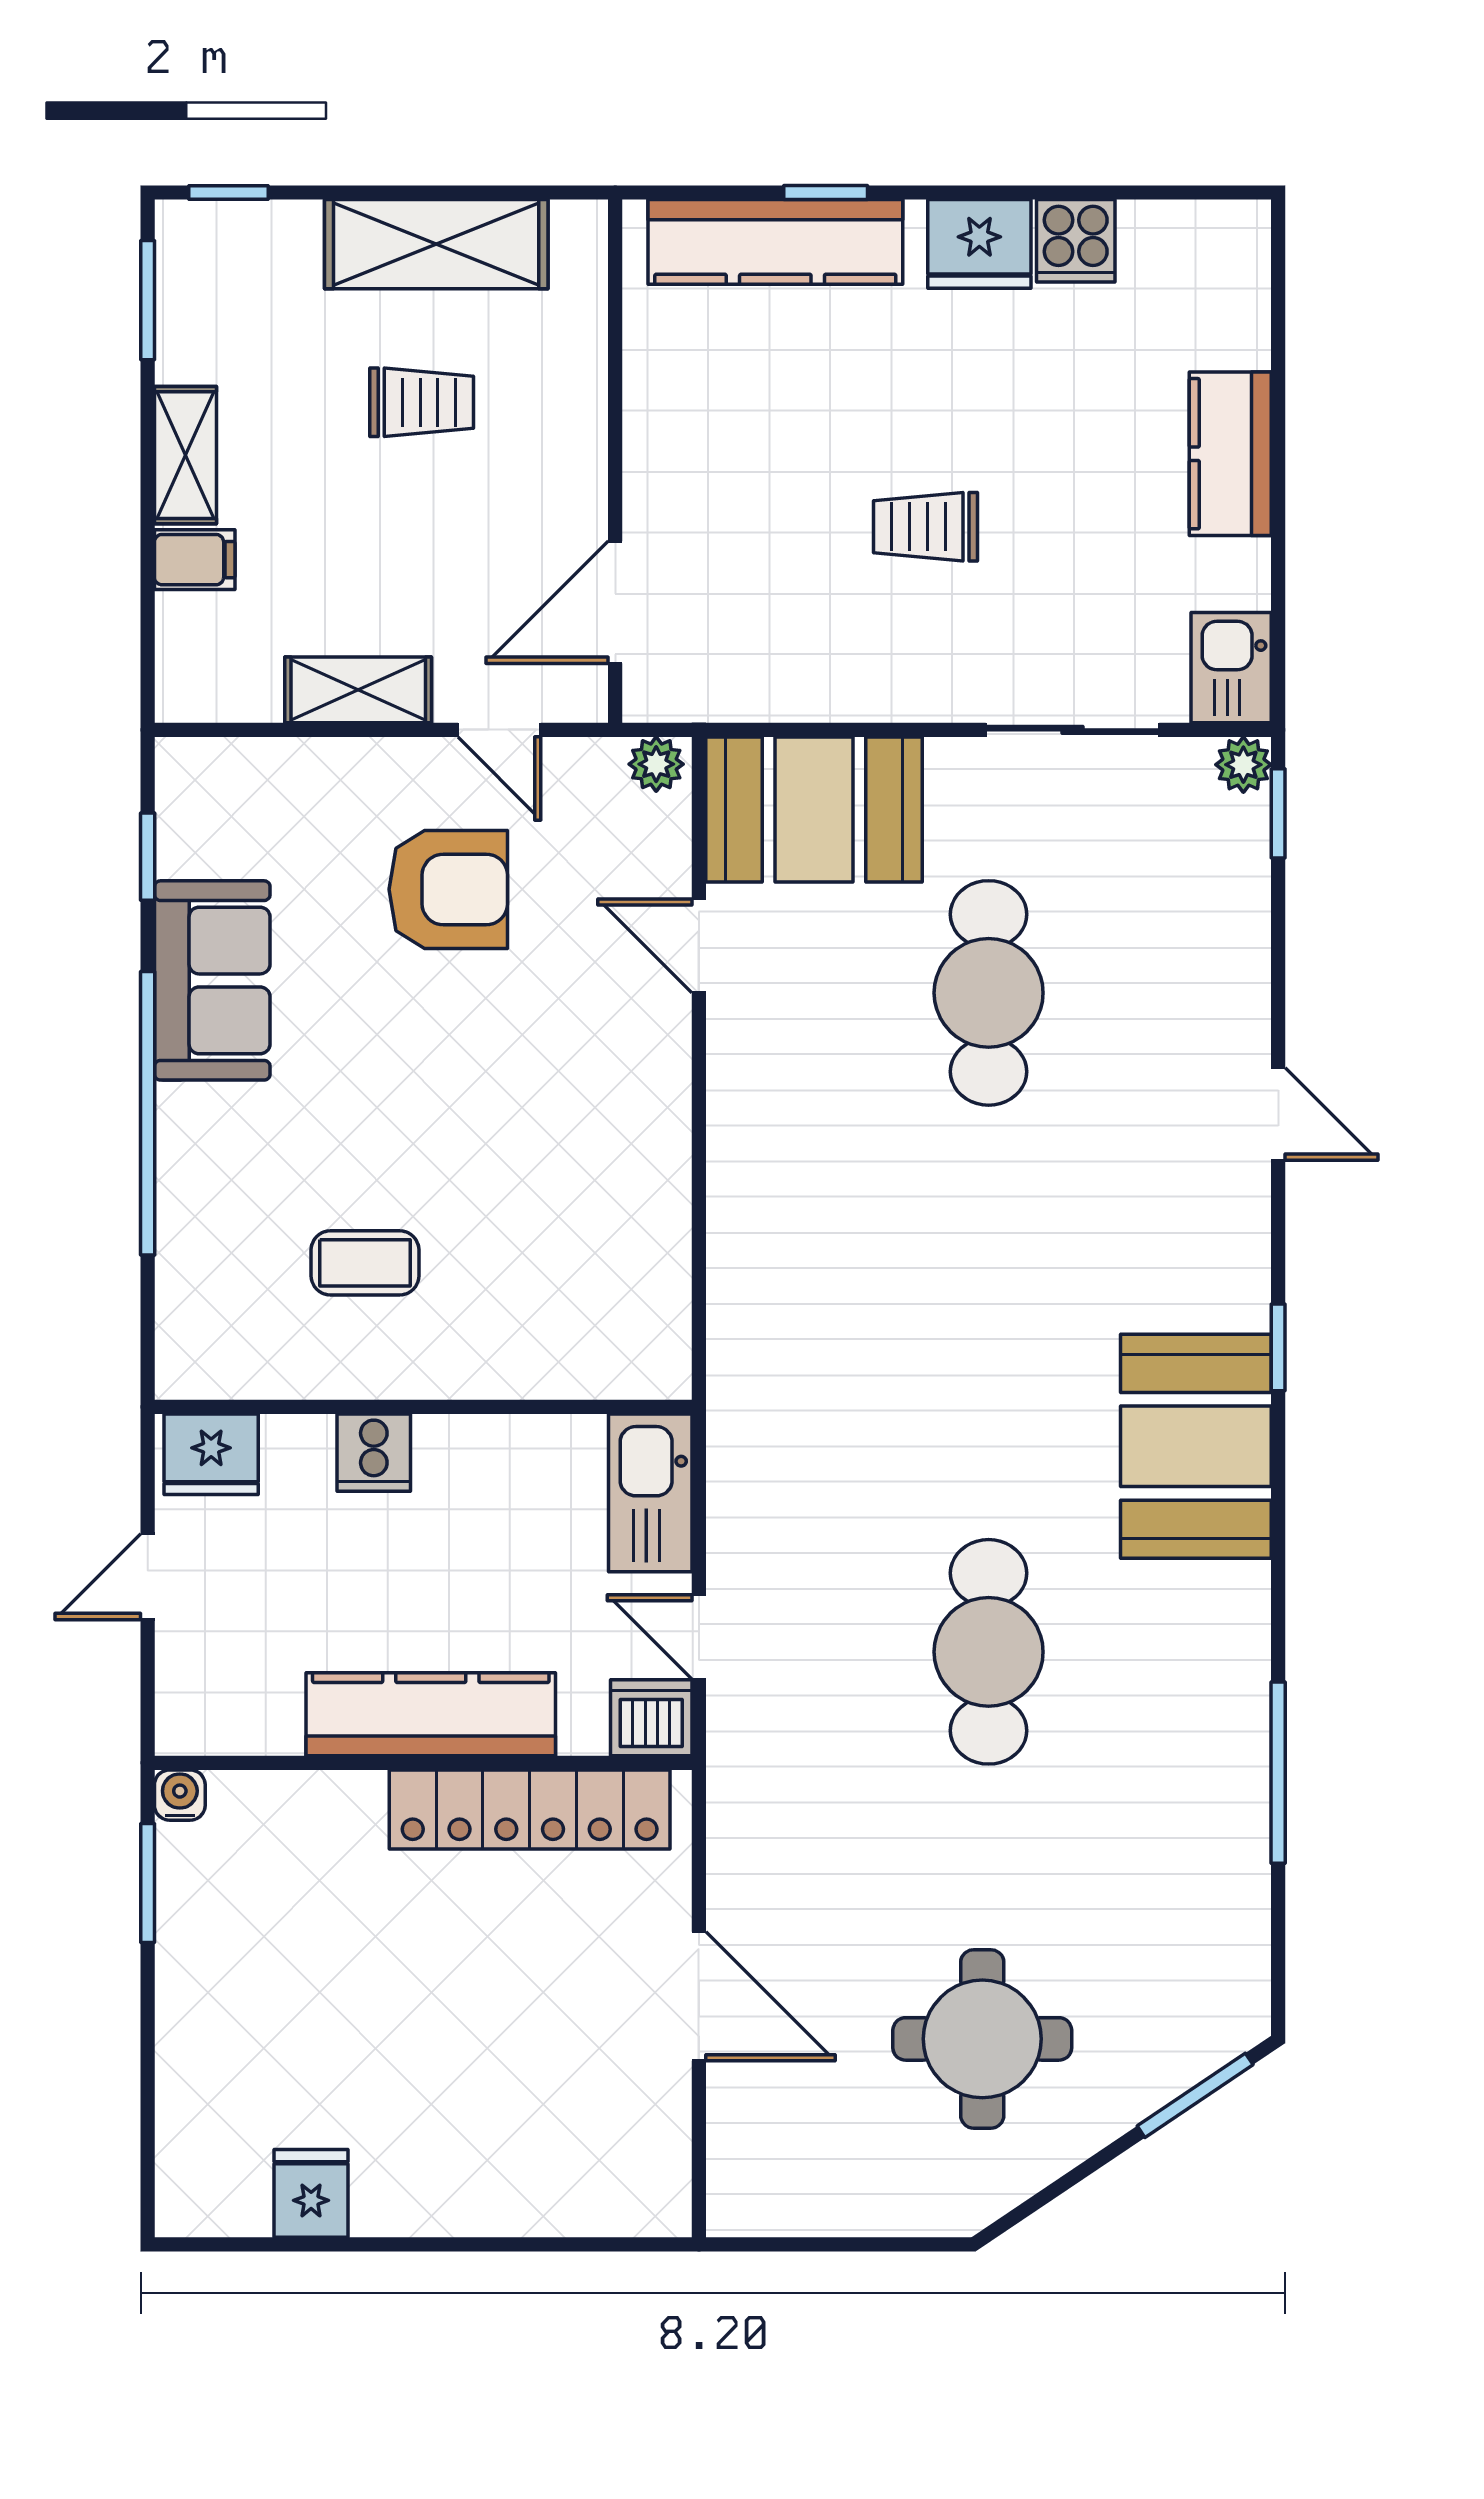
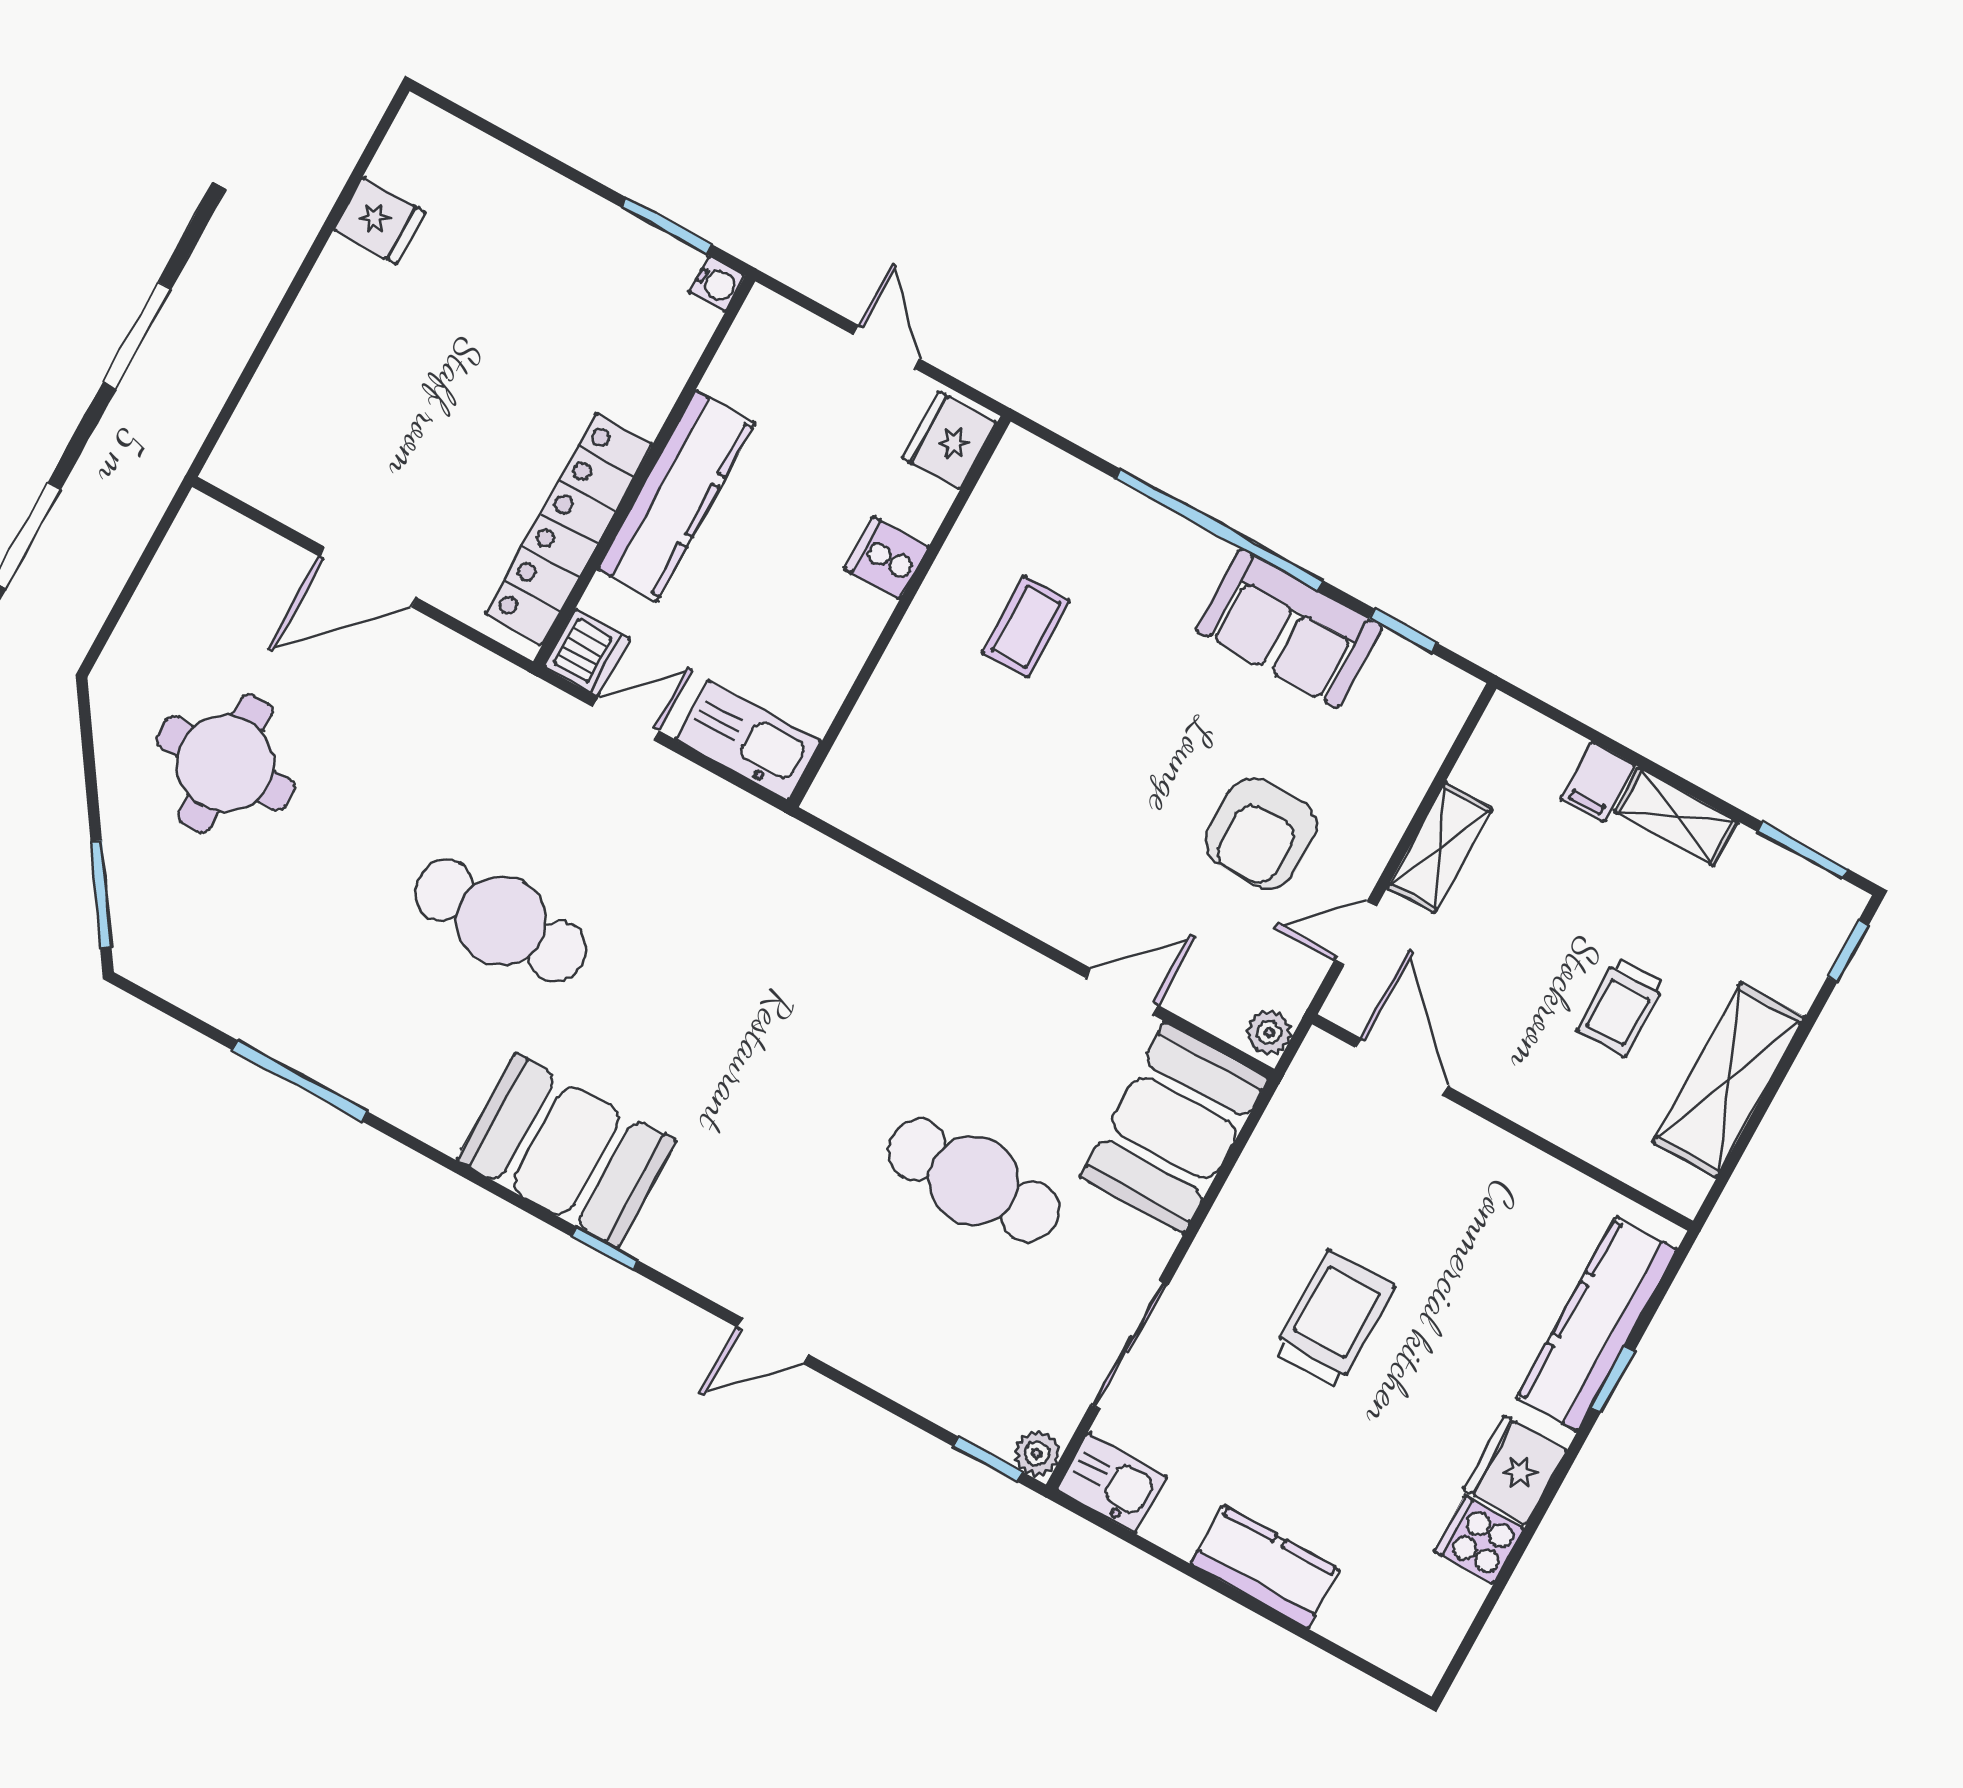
trolley: (926, 527) -> (1333, 1319), width x1.36, depth x1.39

